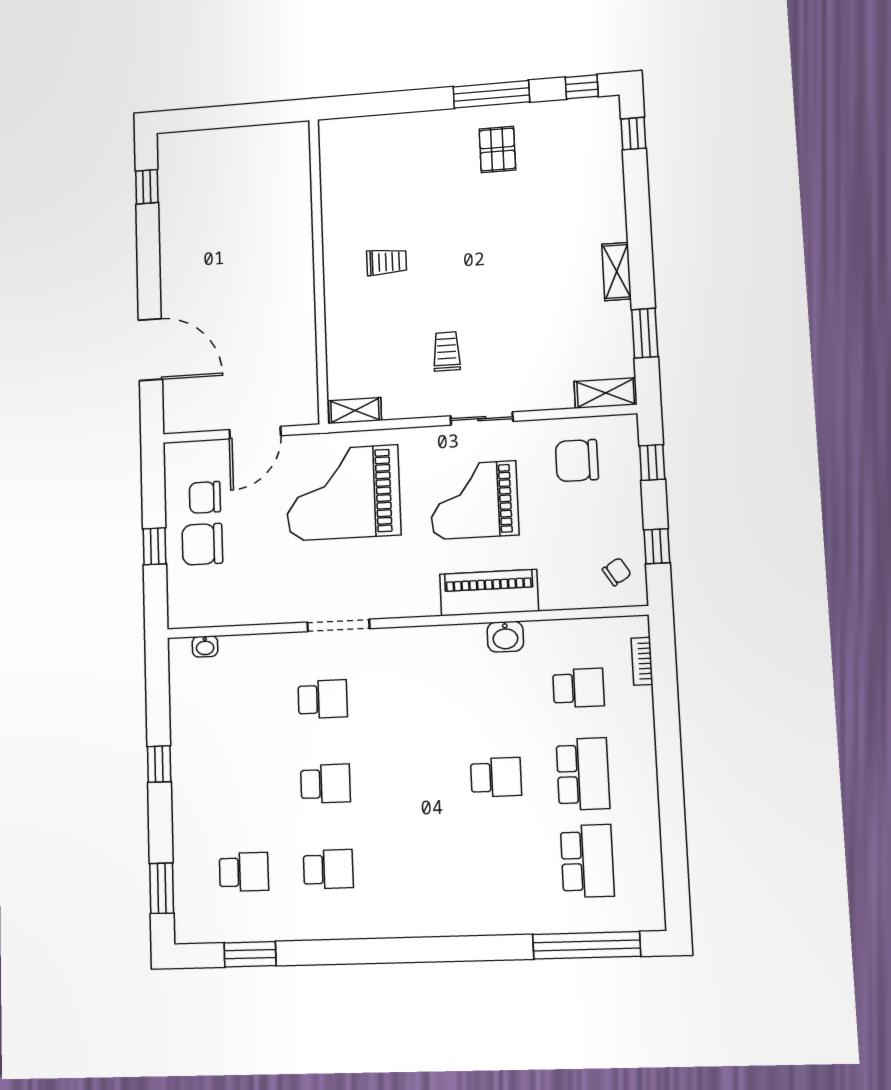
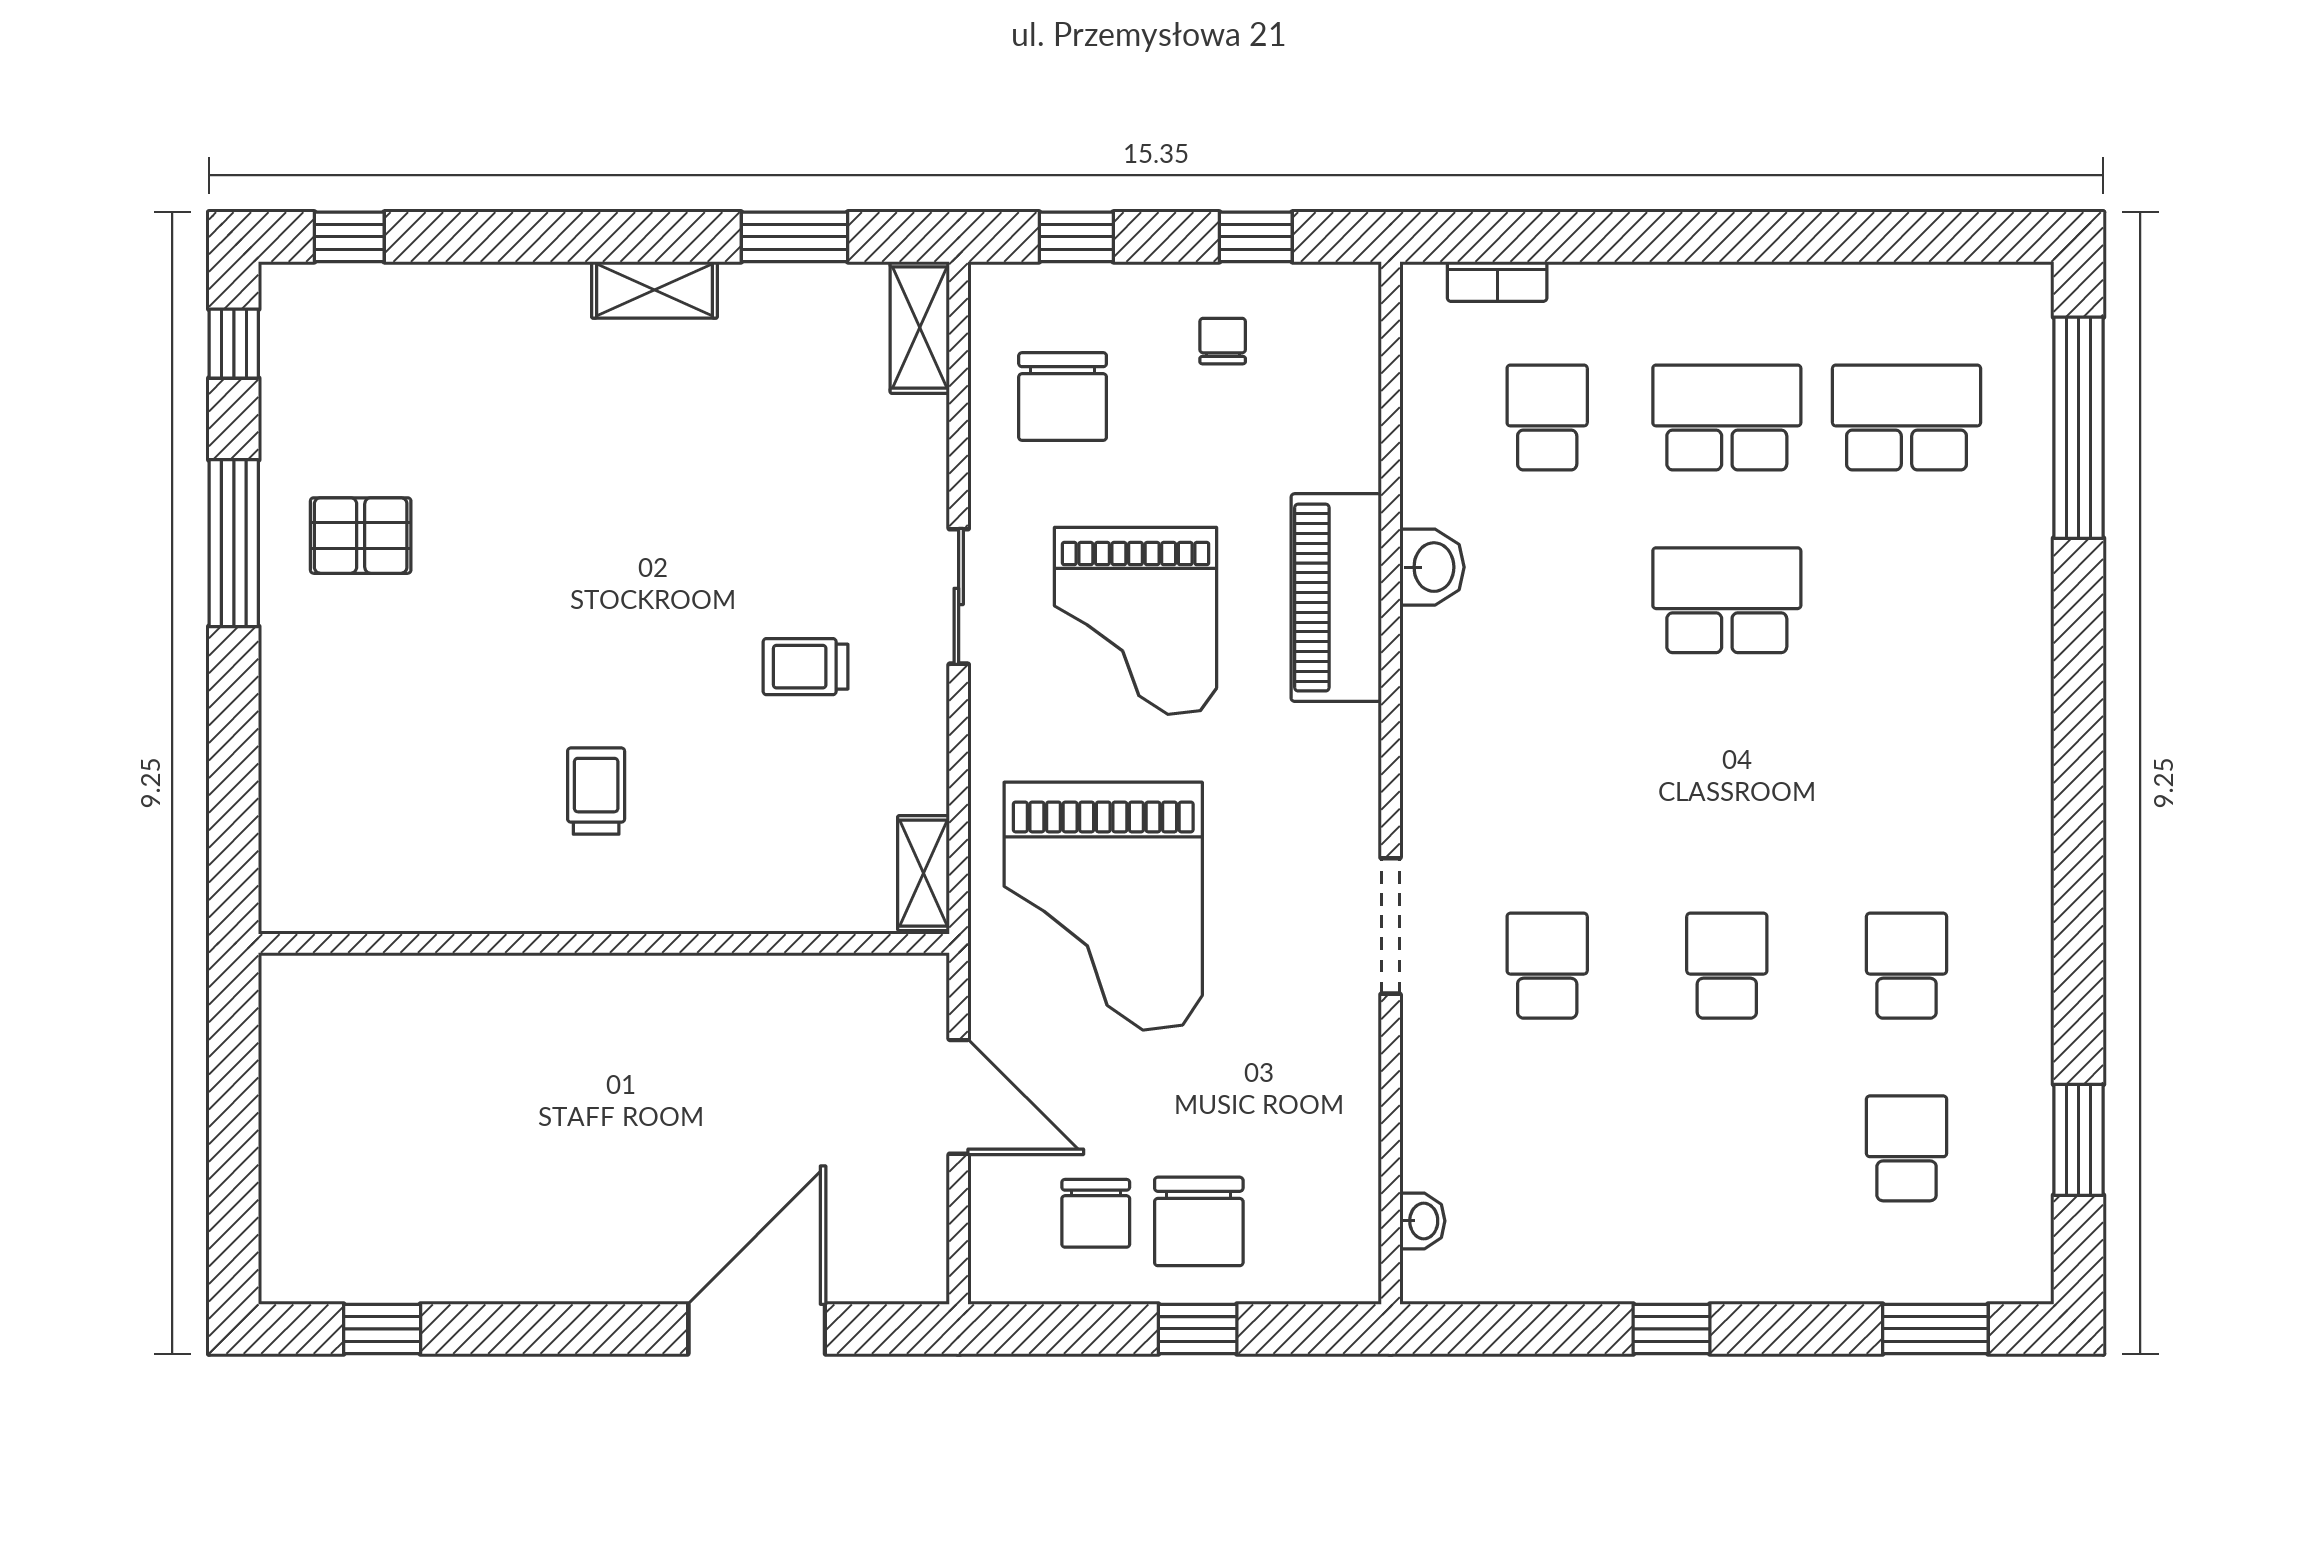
chair: (617, 572) -> (1223, 341), moved, turned 32
school desk: (496, 777) -> (1727, 600), width x1.85

